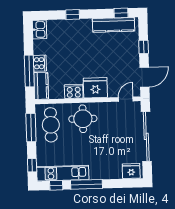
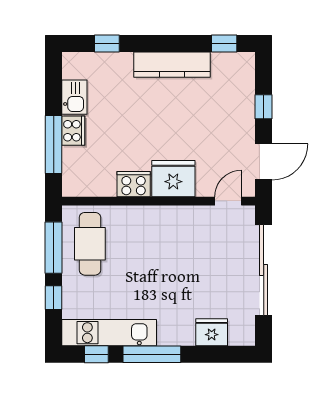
window: (73, 14) -> (107, 44), moved
kitchen counter: (114, 25) -> (172, 65), moved
kitchen sink: (39, 30) -> (74, 97), moved
kitchen counter: (41, 86) -> (74, 172), removed
round table: (83, 119) -> (149, 234), removed
window: (32, 165) -> (54, 298), moved
fridge: (131, 171) -> (212, 332), moved

